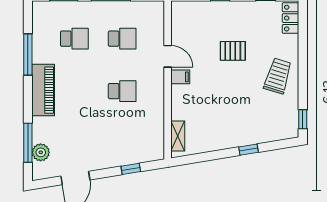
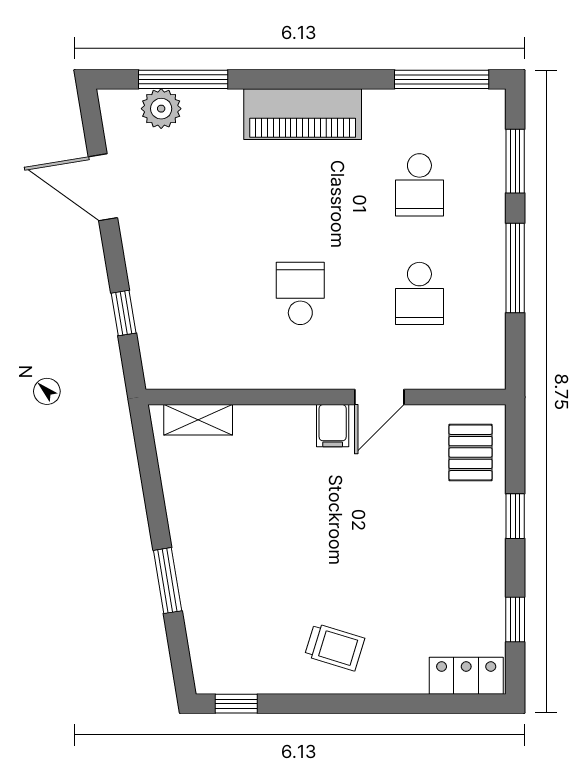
pallet: (233, 51) -> (470, 453), moved
window: (28, 55) -> (442, 79), moved
trolley: (278, 76) -> (335, 647), width x0.73, depth x0.72
school desk: (122, 91) -> (300, 293), turned 180
window: (249, 150) -> (168, 581), width x1.50

